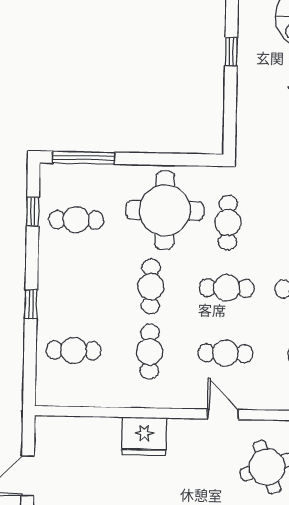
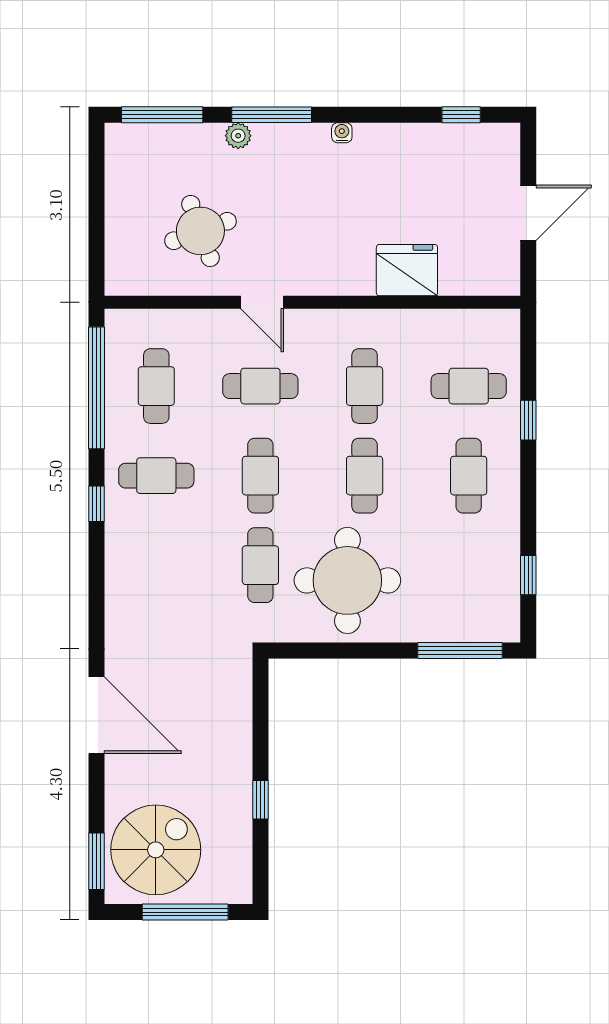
cafe table: (76, 220) -> (469, 476), moved, turned 90
cafe table: (227, 288) -> (260, 476), turned 90
window: (31, 304) -> (528, 420), moved
fridge: (144, 436) -> (407, 270), moved

